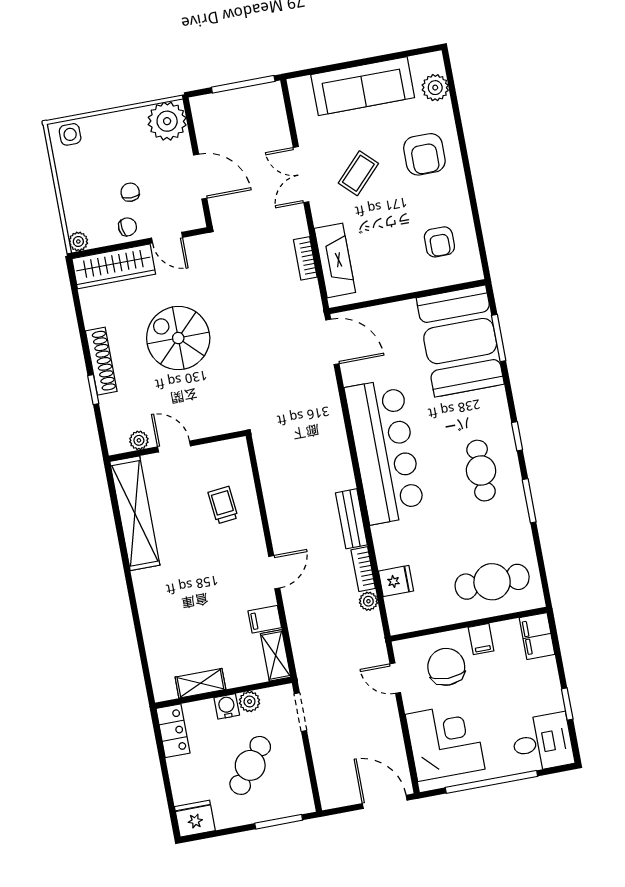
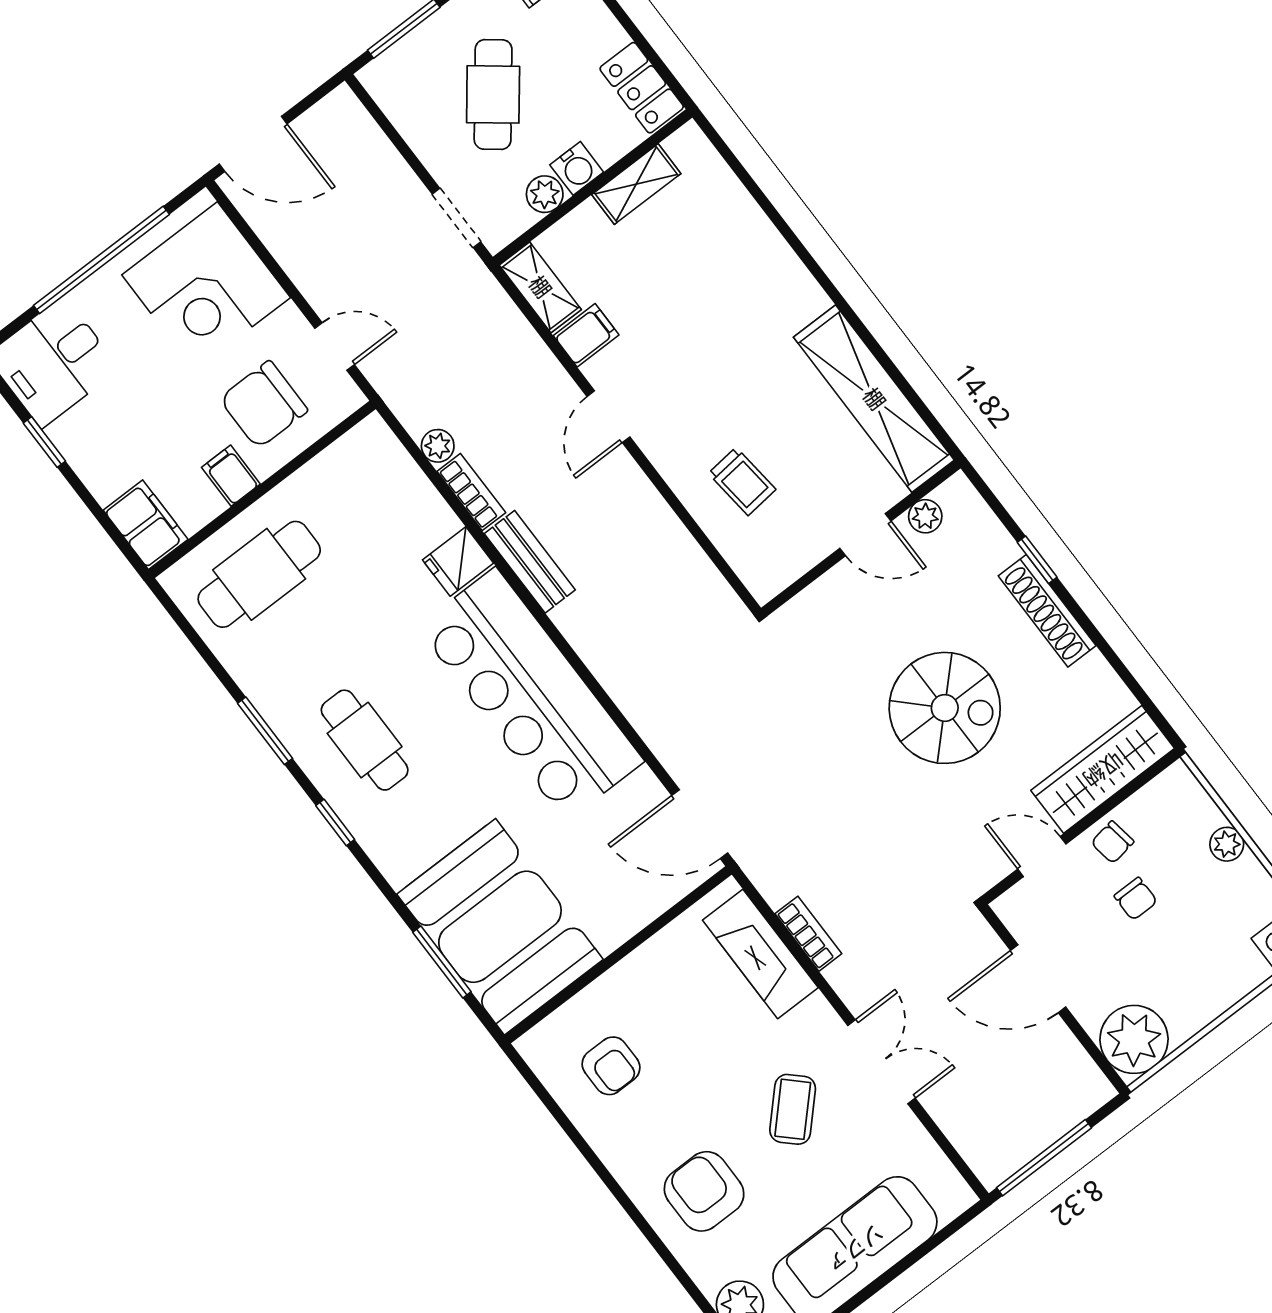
plant: (78, 241) -> (1227, 844), moved
armchair: (439, 242) -> (611, 1066), turned 180
fridge: (396, 581) -> (458, 561), moved
chair: (446, 667) -> (264, 405), turned 90

